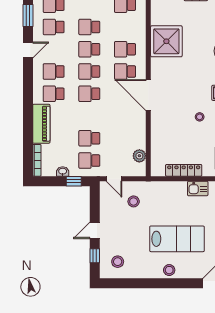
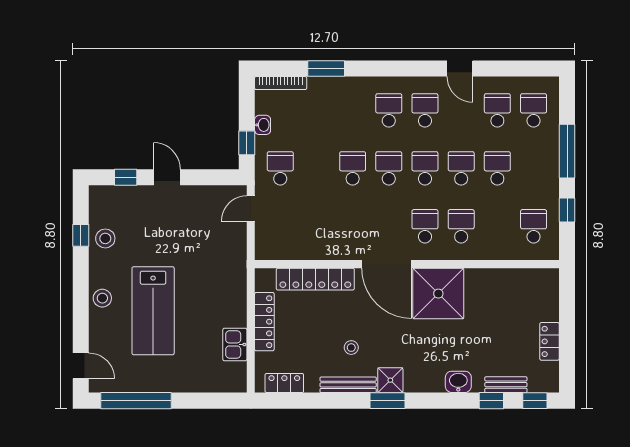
window: (28, 16) -> (326, 68), moved
shower: (166, 41) -> (438, 294), moved
door: (148, 95) -> (387, 264), swing flipped
piano: (41, 124) -> (340, 90), removed
school desk: (89, 138) -> (353, 168), moved
locker: (158, 139) -> (315, 279), added
plant: (139, 156) -> (288, 250), removed
stool: (134, 201) -> (214, 240), removed
stool: (118, 262) -> (105, 238), moved
window: (131, 283) -> (81, 235), added

